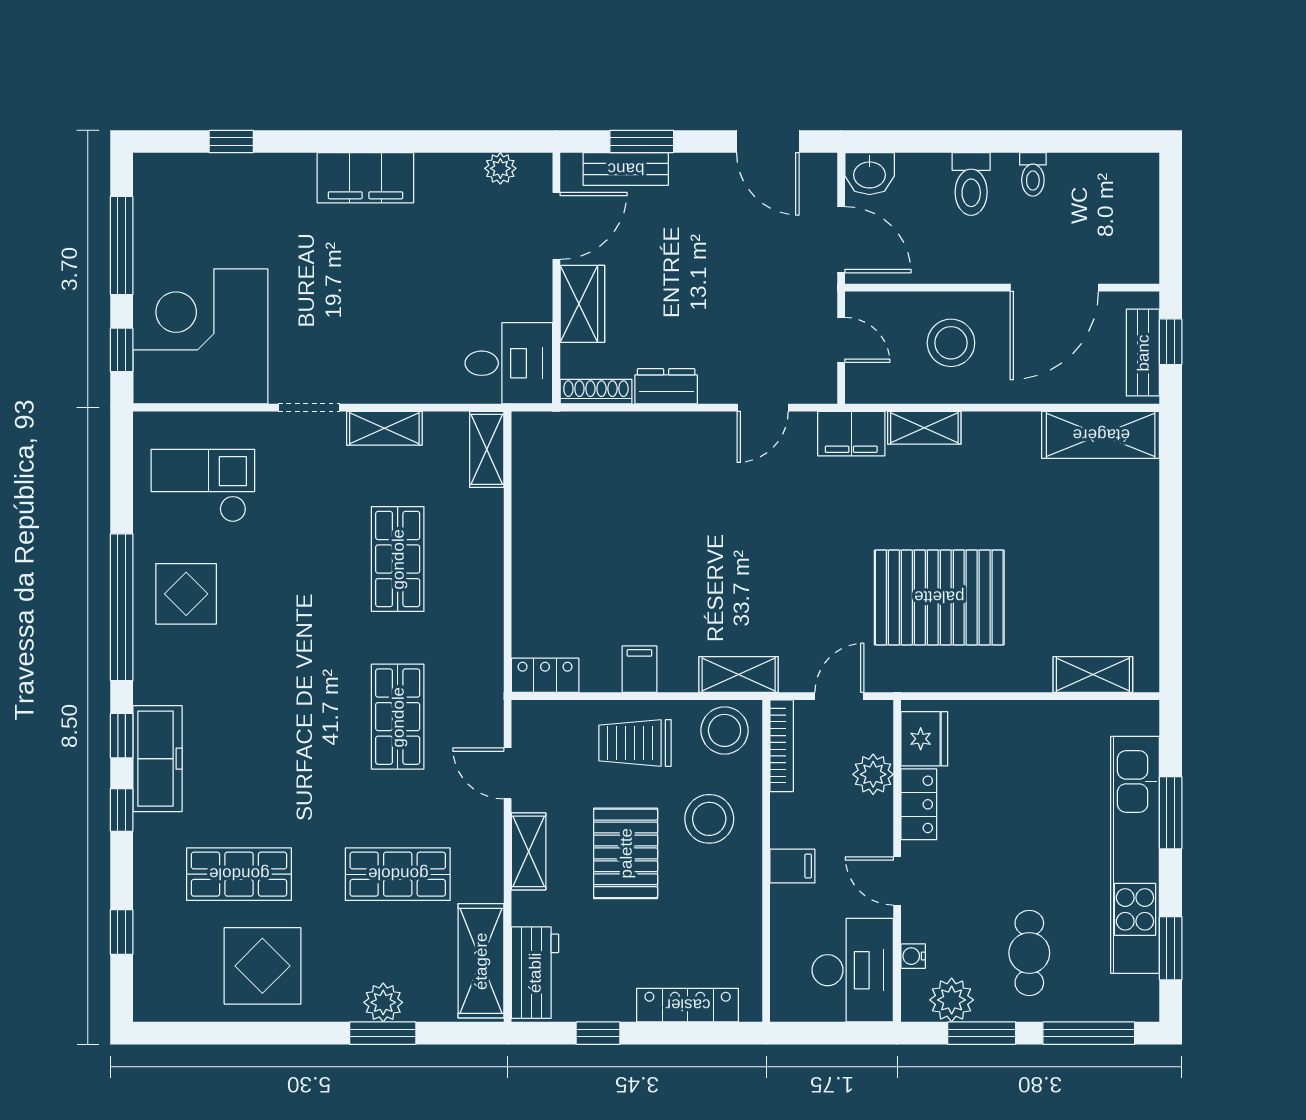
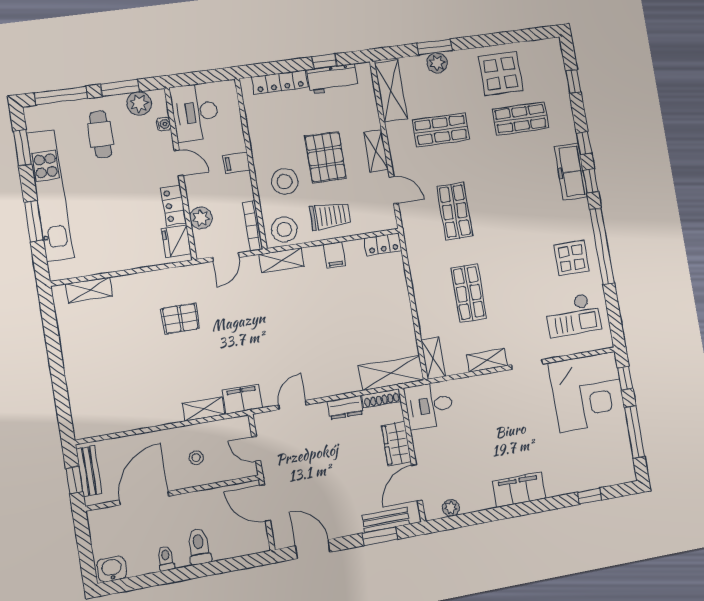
washbasin: (870, 174) -> (112, 569), moved
stool: (951, 343) -> (196, 458), width x0.53, depth x0.53
shelving: (1101, 435) -> (391, 373), moved
pallet: (939, 597) -> (180, 318), width x0.49, depth x0.50
workbench: (535, 973) -> (333, 79), moved, turned -90

